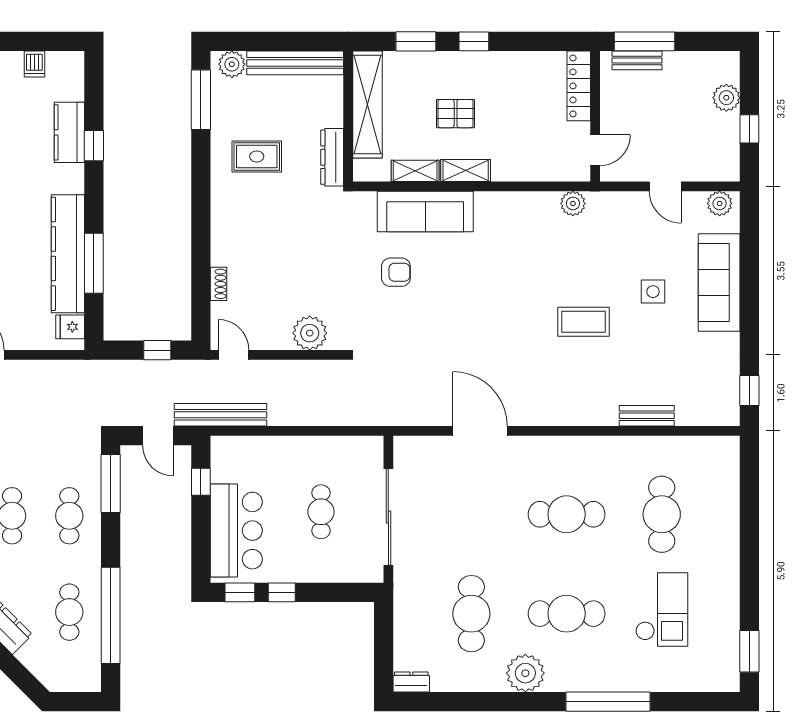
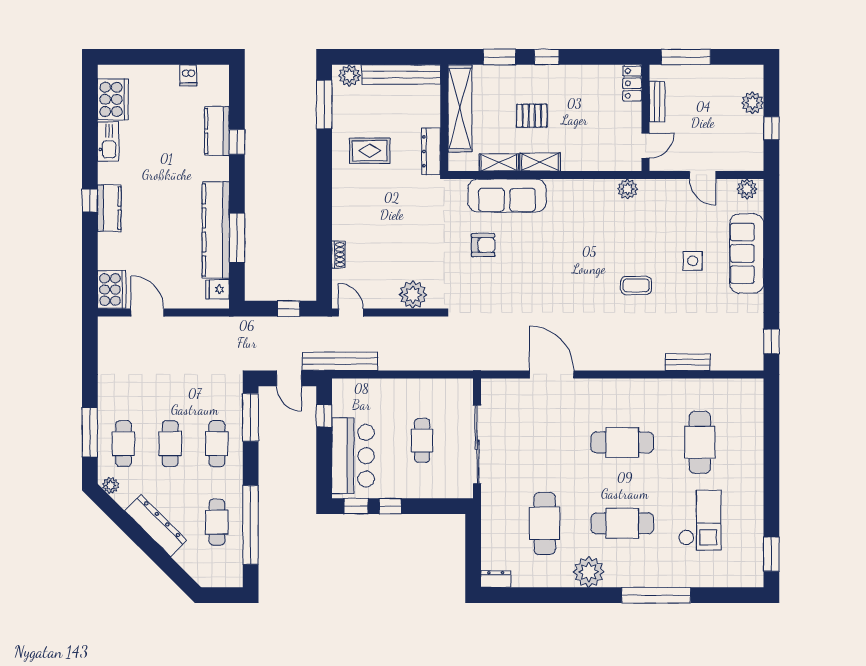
bench: (637, 60) -> (657, 102), moved, turned 90
locker: (579, 86) -> (632, 83), width x0.66
coffee table: (584, 322) -> (636, 285), width x0.73, depth x0.77

